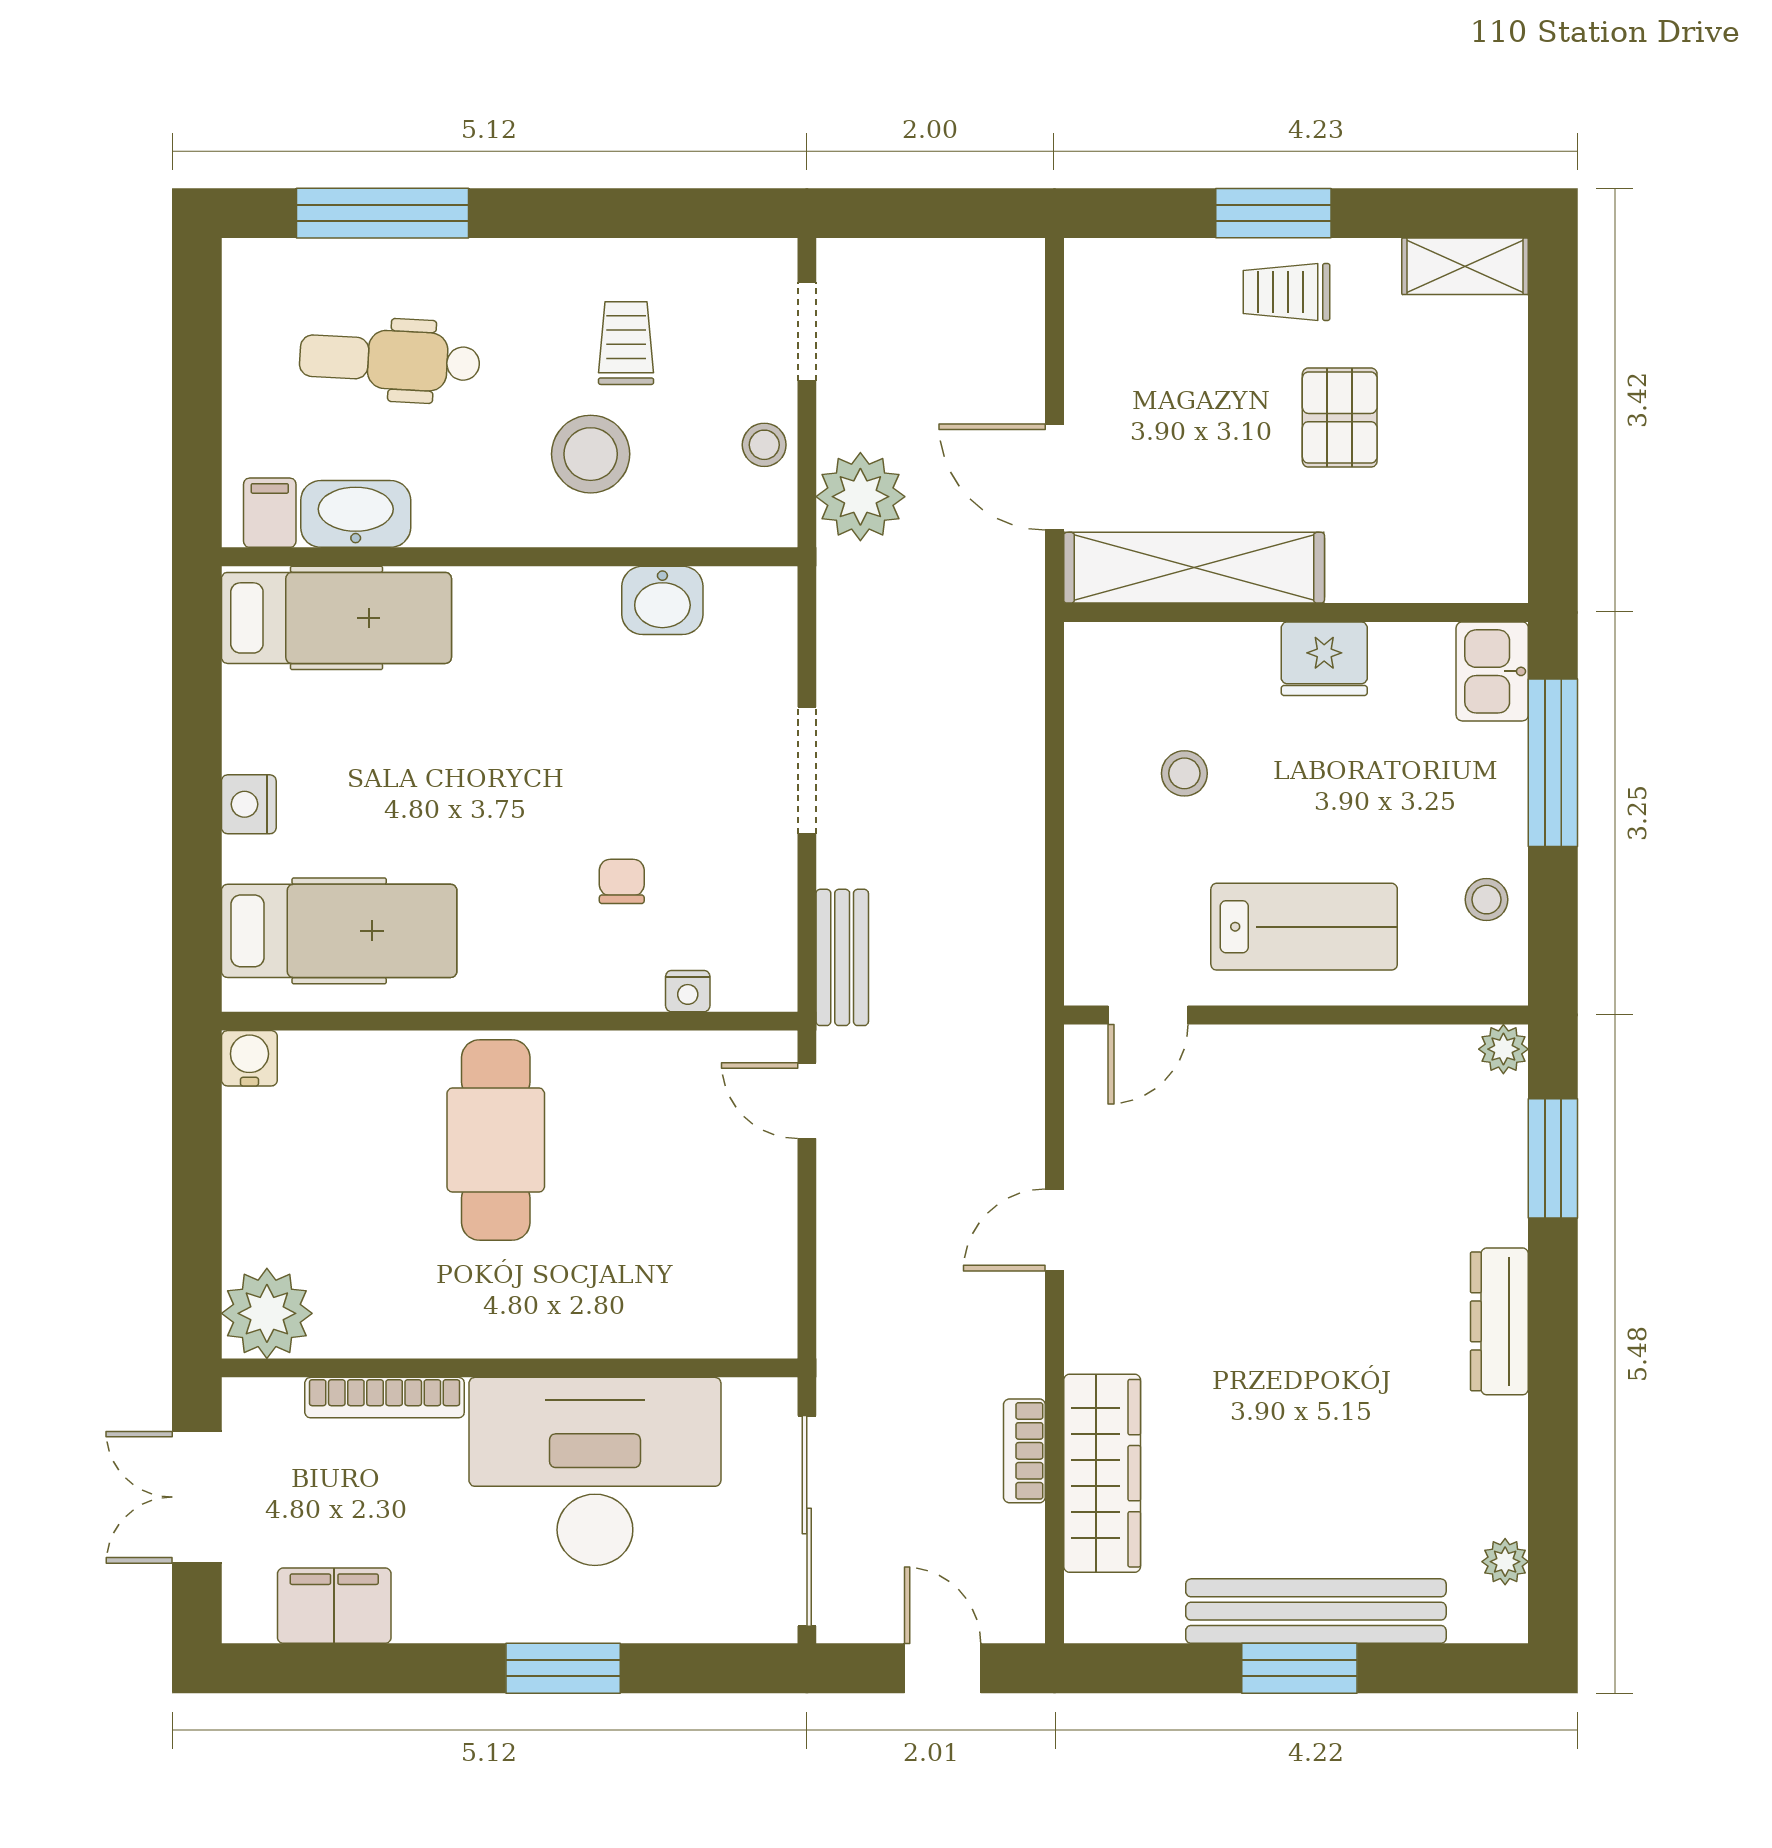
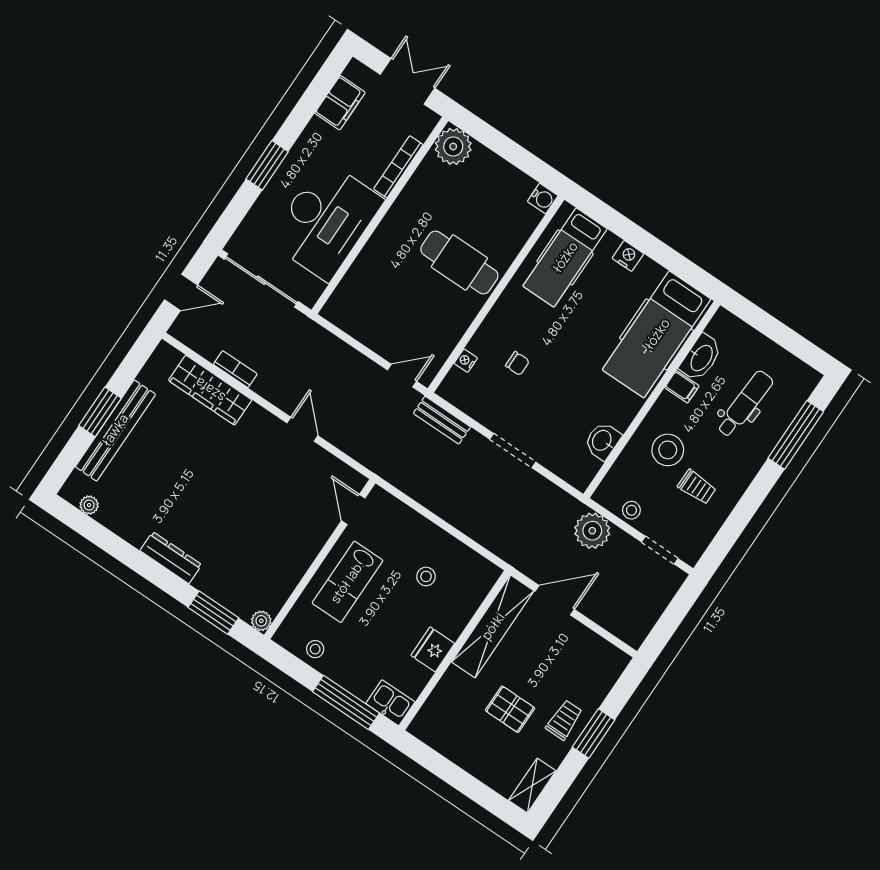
filing cabinet: (270, 513) -> (682, 387), moved
hospital bed: (336, 618) -> (657, 334), width x1.37, depth x1.29

